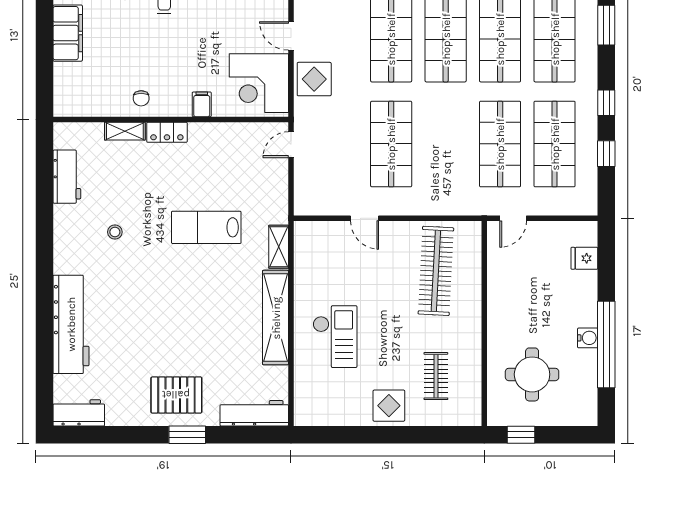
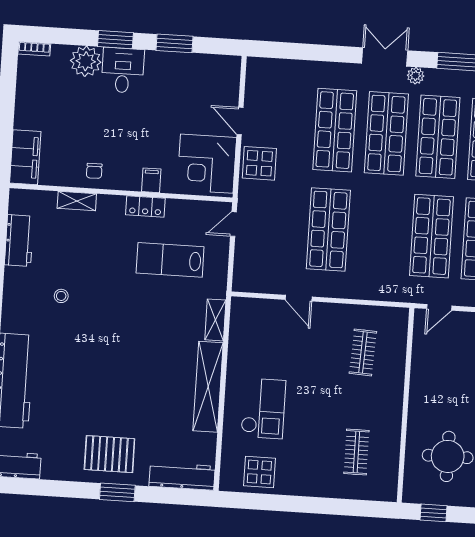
filing cabinet: (68, 33) -> (25, 157), moved
locker: (167, 132) -> (145, 206), moved
lab bench: (206, 227) -> (170, 260), moved
clothes rail: (436, 271) -> (363, 352), width x0.54, depth x0.76
display table: (389, 406) -> (259, 472), moved

